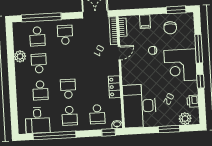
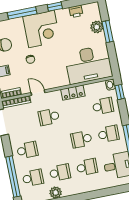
school desk: (65, 35) -> (27, 150), turned 180
school desk: (94, 60) -> (49, 117), added
school desk: (39, 63) -> (60, 172), turned 180
plant: (185, 119) -> (97, 27), moved

